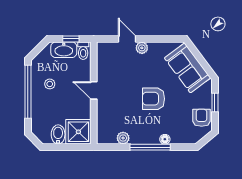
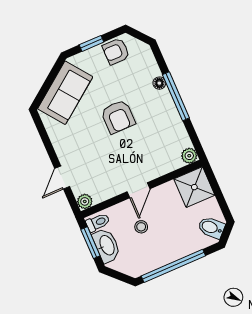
window: (71, 39) -> (90, 243), width x1.50
plant: (142, 48) -> (85, 201), moved
stool: (50, 84) -> (141, 227), moved
bidet: (58, 134) -> (211, 228), moved, turned 45
plant: (123, 138) -> (189, 156), moved

